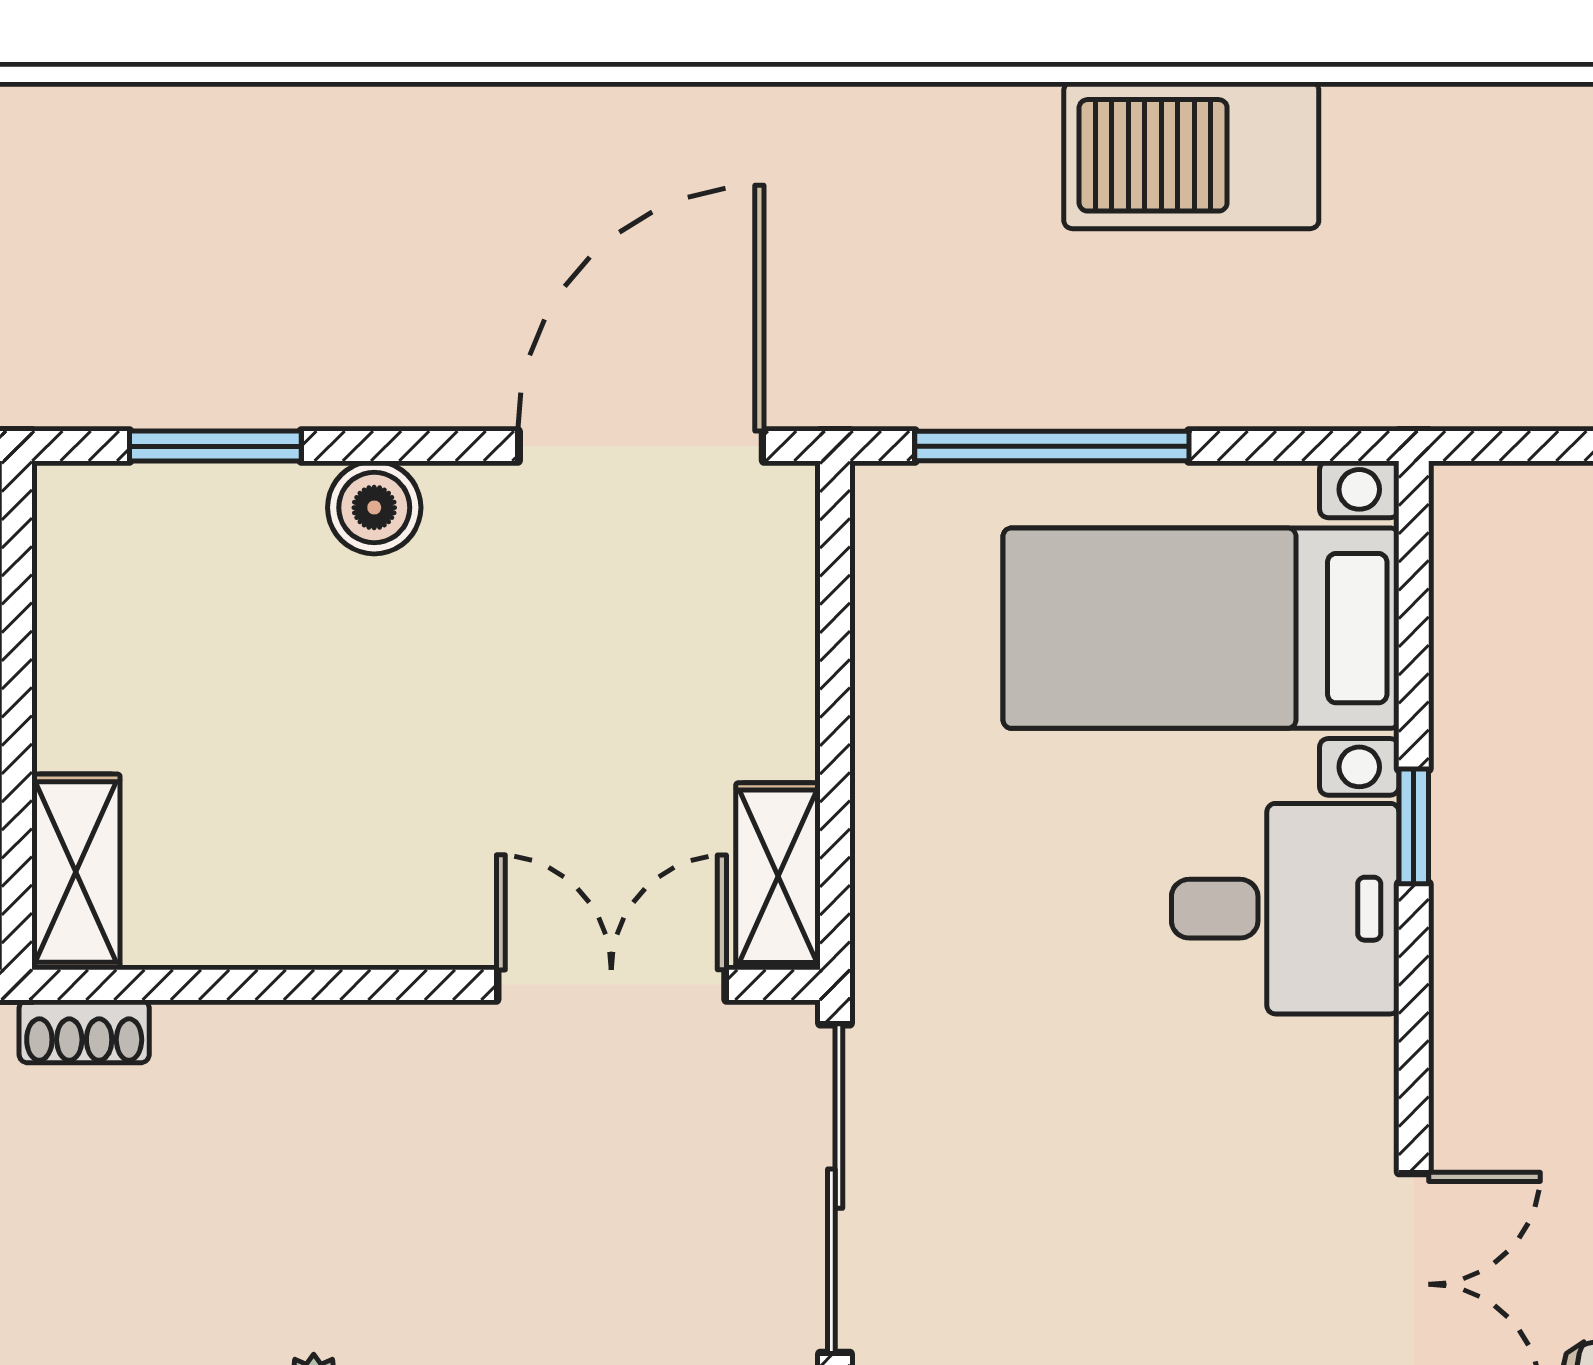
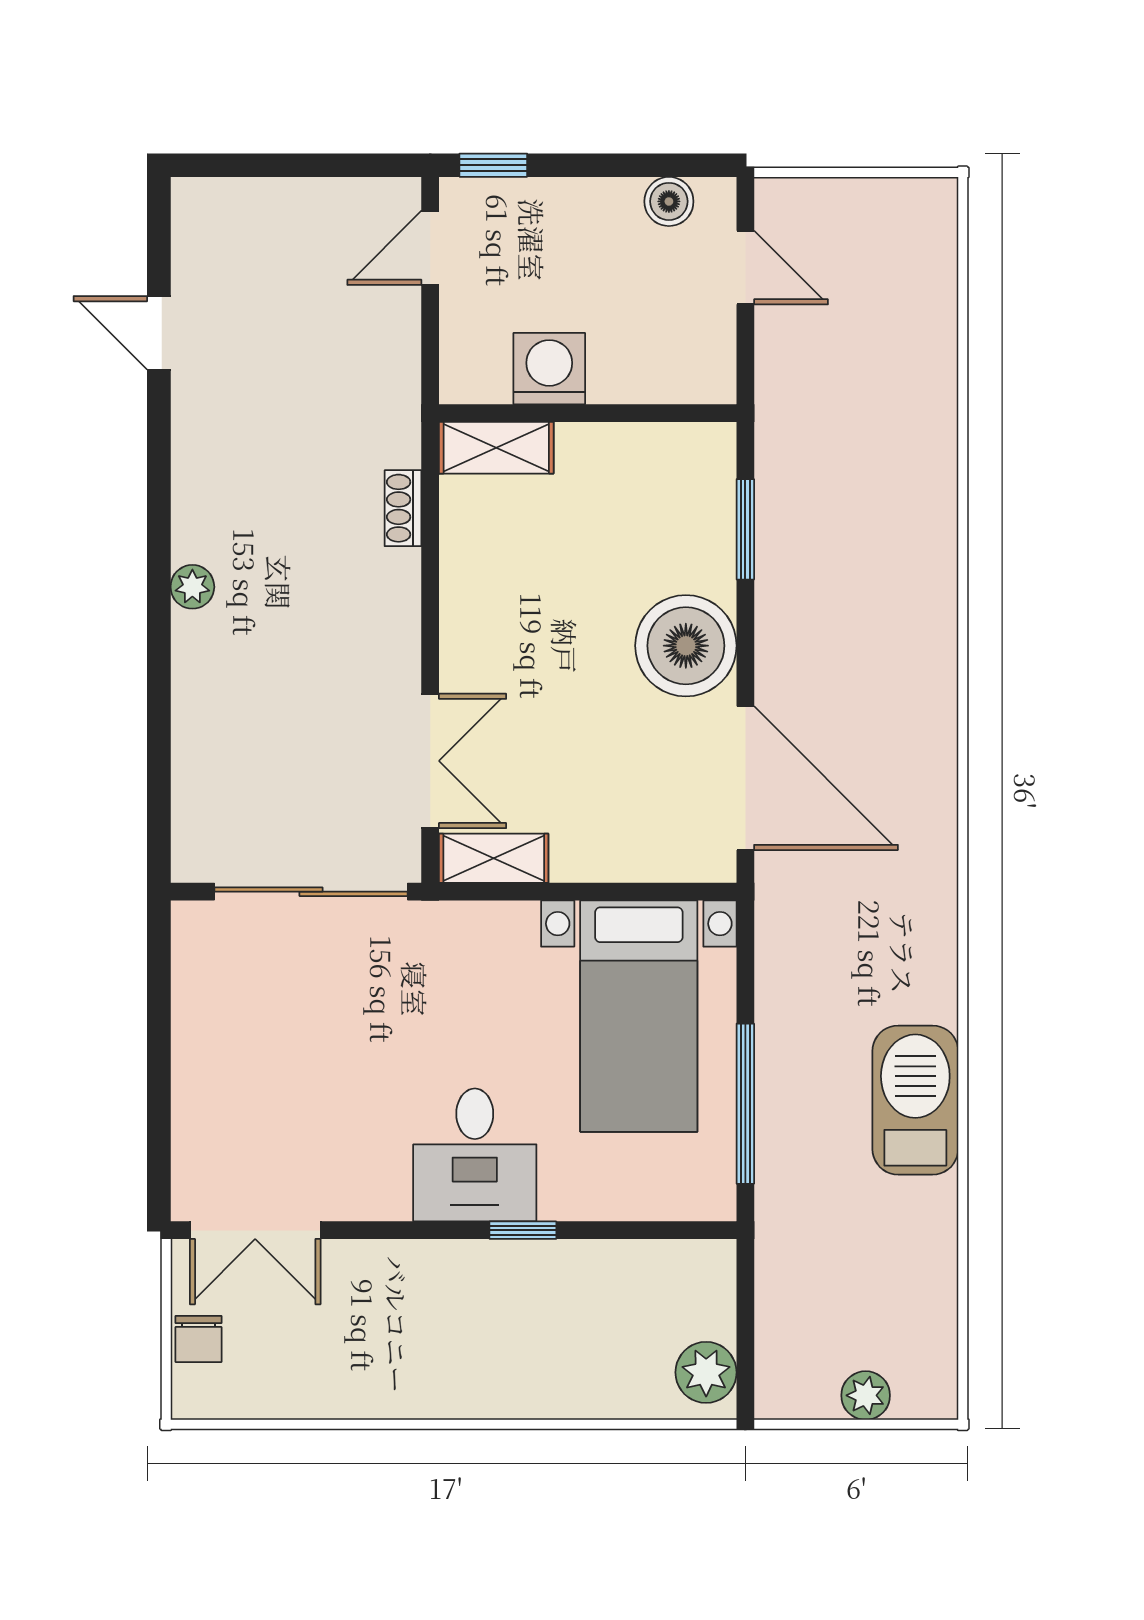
window: (1052, 446) -> (745, 1104), moved
boiler: (374, 508) -> (686, 646), width x1.86, depth x1.86
bed with nightstands: (1201, 628) -> (639, 1016), moved, turned 180
shoe rack: (84, 1031) -> (403, 508), moved

